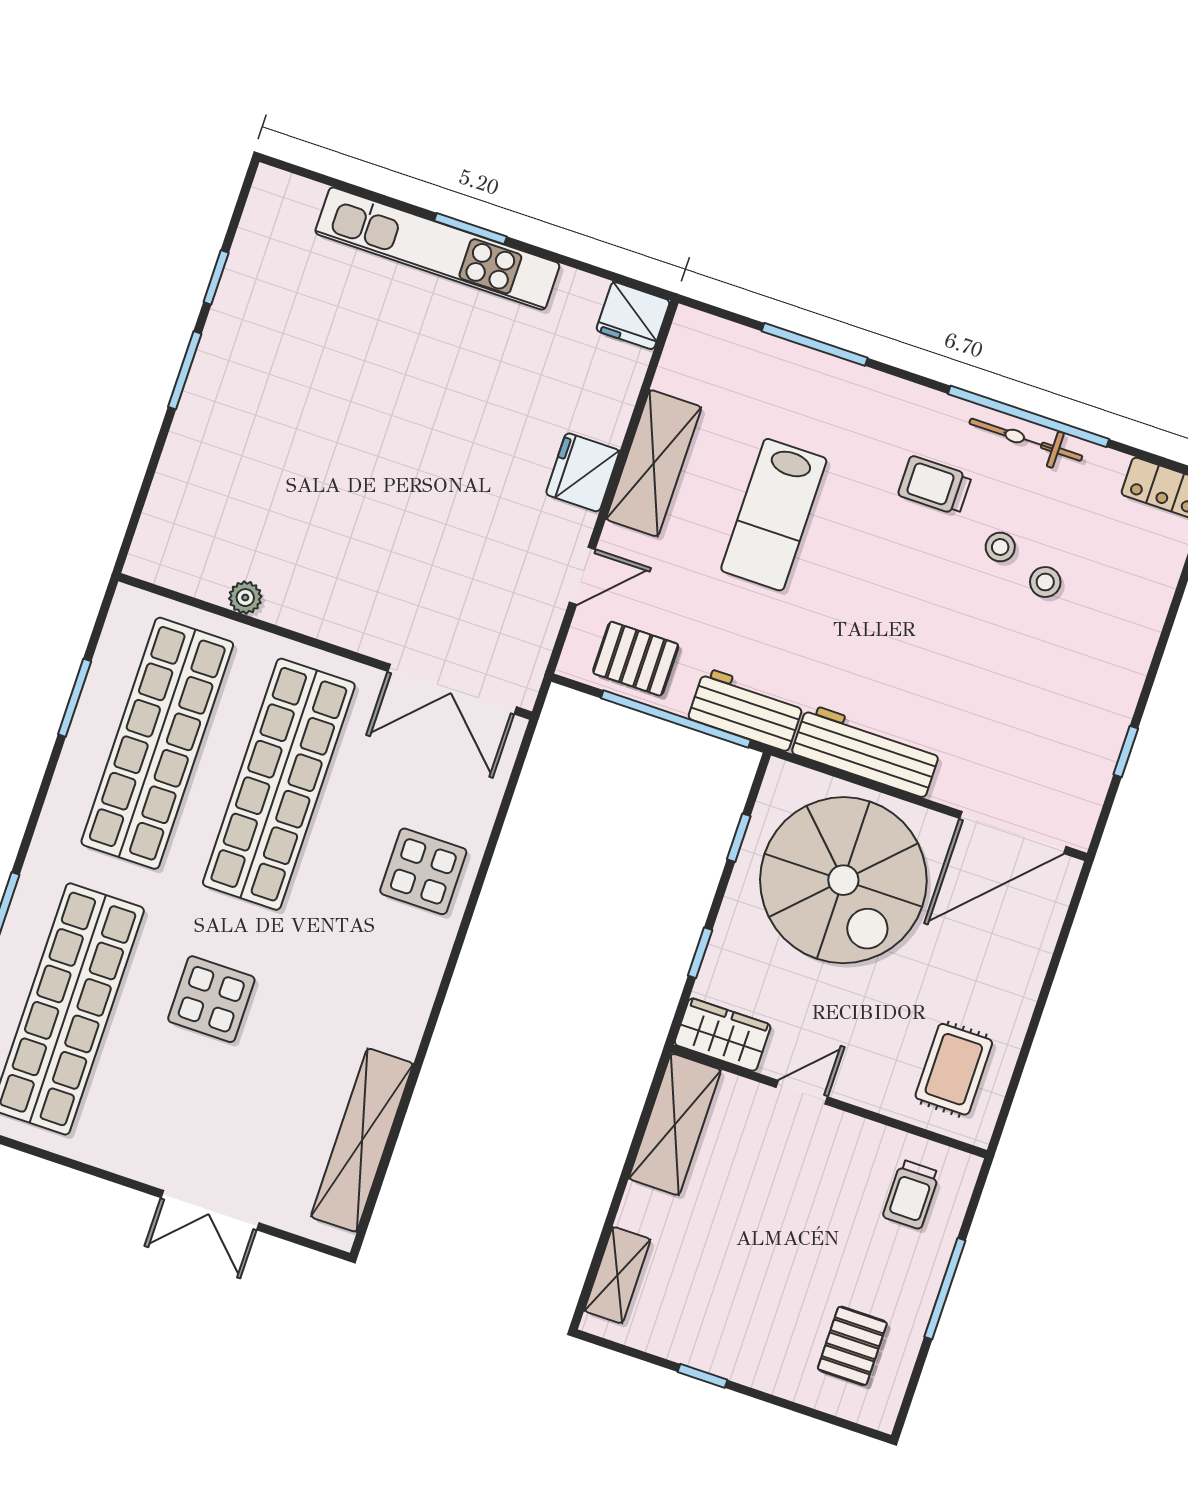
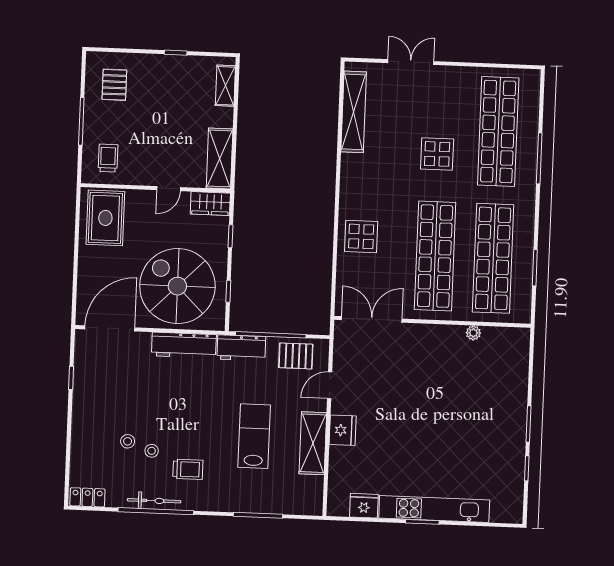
fridge: (633, 316) -> (364, 506), moved
rug: (954, 1069) -> (105, 218), width x1.36, depth x1.43

